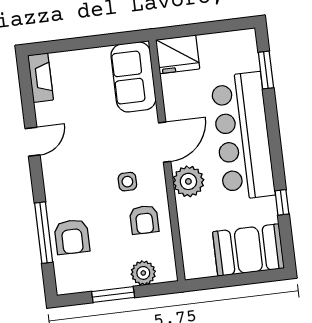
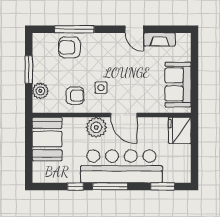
sofa: (133, 77) -> (178, 84), moved, turned -90
fireplace: (41, 78) -> (159, 39), moved
window: (276, 150) -> (110, 186), added
armchair: (144, 220) -> (75, 96), turned 180
booth: (248, 250) -> (47, 139), moved

